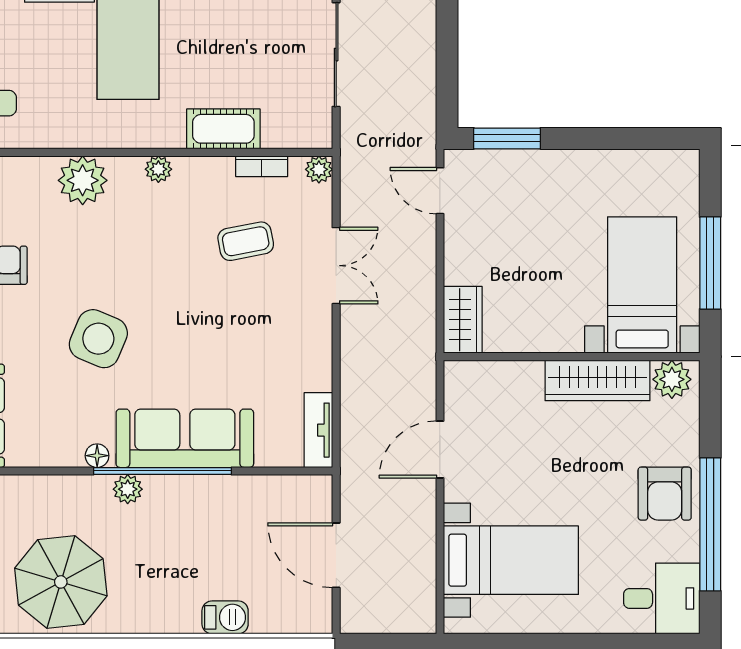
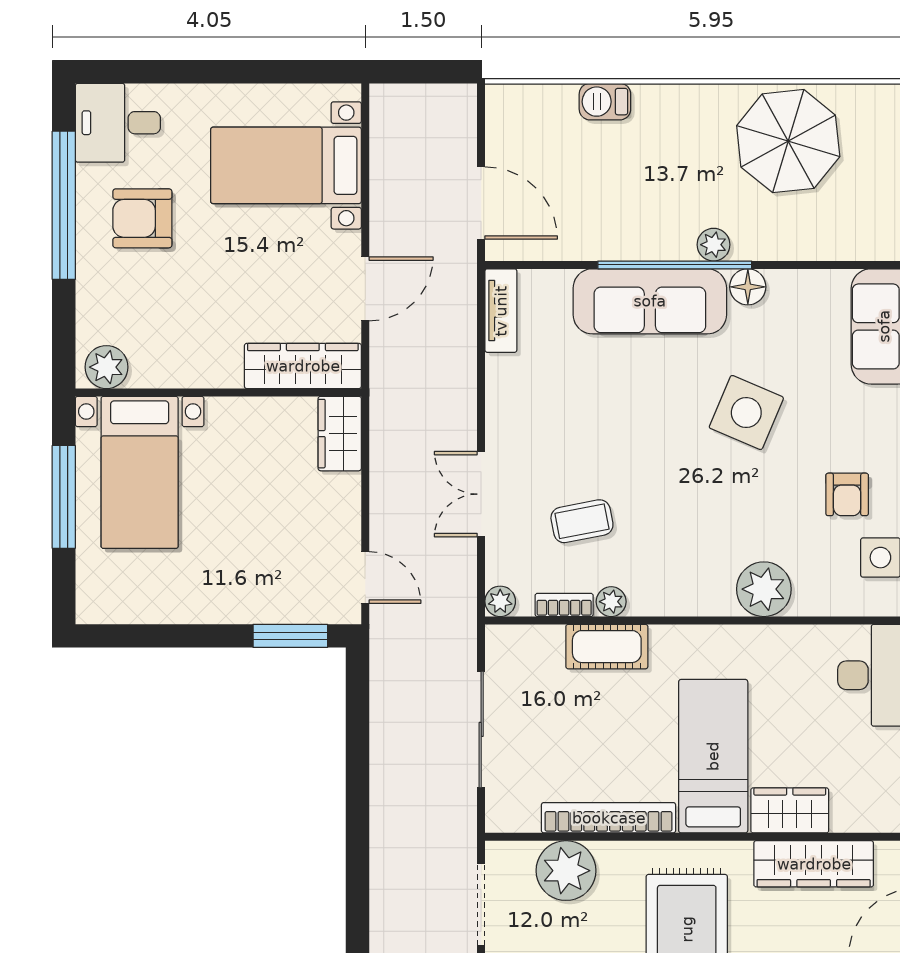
plant: (158, 169) -> (611, 602), moved
wardrobe: (597, 380) -> (303, 366), moved
floor lamp: (97, 456) -> (748, 287), width x1.37, depth x1.37
armchair: (665, 494) -> (142, 218), moved, turned -90
door: (336, 555) -> (481, 203), moved

